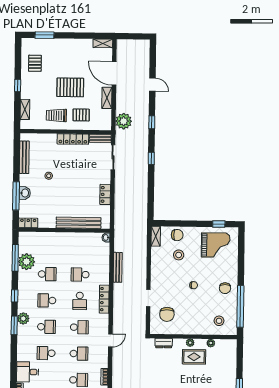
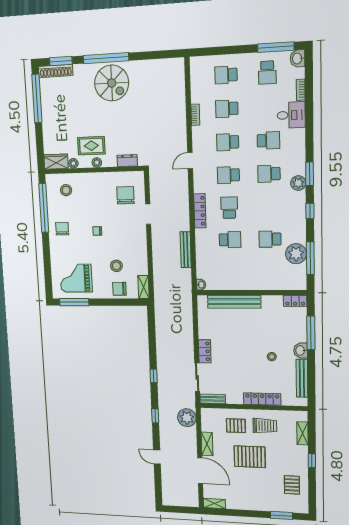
locker: (73, 139) -> (262, 399), moved
washbasin: (25, 193) -> (300, 350), moved
locker: (105, 194) -> (205, 351), moved
window: (219, 224) -> (74, 302), width x2.17
school desk: (47, 300) -> (269, 207), removed
wardrobe: (226, 345) -> (56, 162), added

